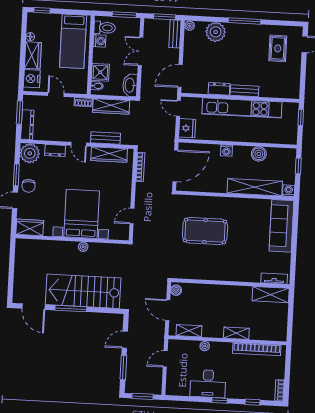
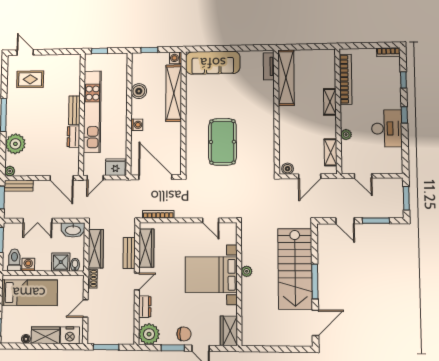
dresser: (27, 125) -> (119, 338), removed
shelving: (271, 295) -> (286, 78), width x1.47

